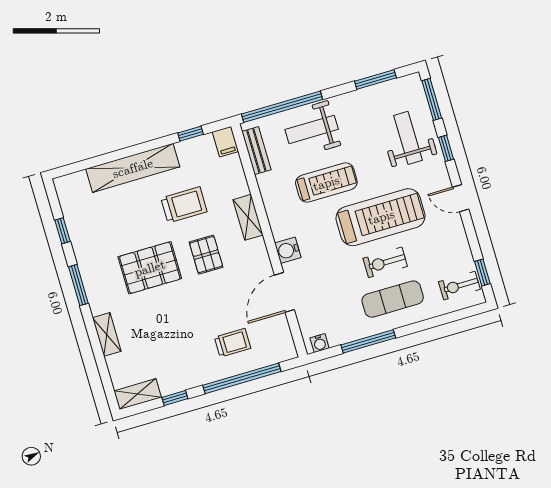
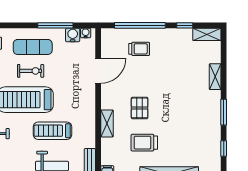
water cooler: (288, 250) -> (73, 35), moved, turned -90
pallet: (150, 268) -> (177, 110), removed
trolley: (232, 343) -> (139, 49), turned 180

